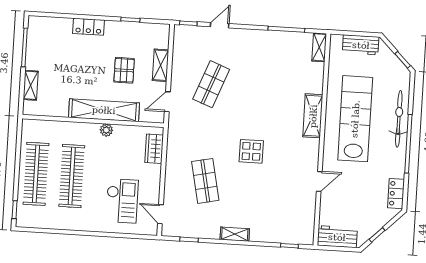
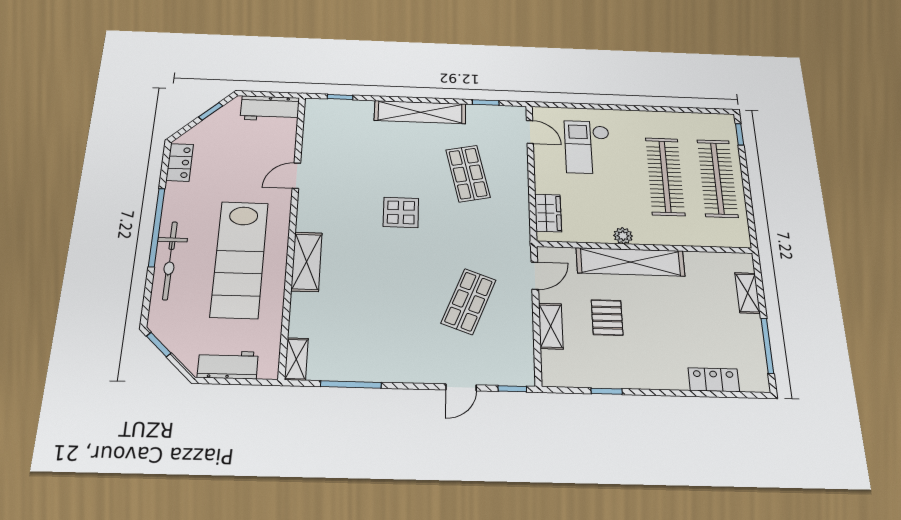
locker: (89, 27) -> (714, 380), moved
shelving: (235, 234) -> (420, 112), width x2.20, depth x1.33

